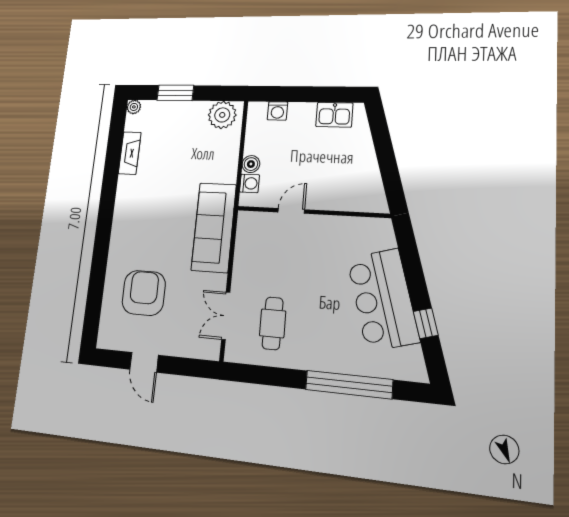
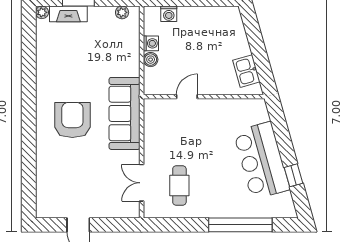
plant: (222, 115) -> (122, 12), width x0.53, depth x0.53
kitchen sink: (334, 115) -> (246, 71), moved, turned 74
fireplace: (130, 153) -> (68, 14), moved, turned 90
washing machine: (250, 183) -> (151, 43), moved
armchair: (144, 293) -> (72, 120), moved

